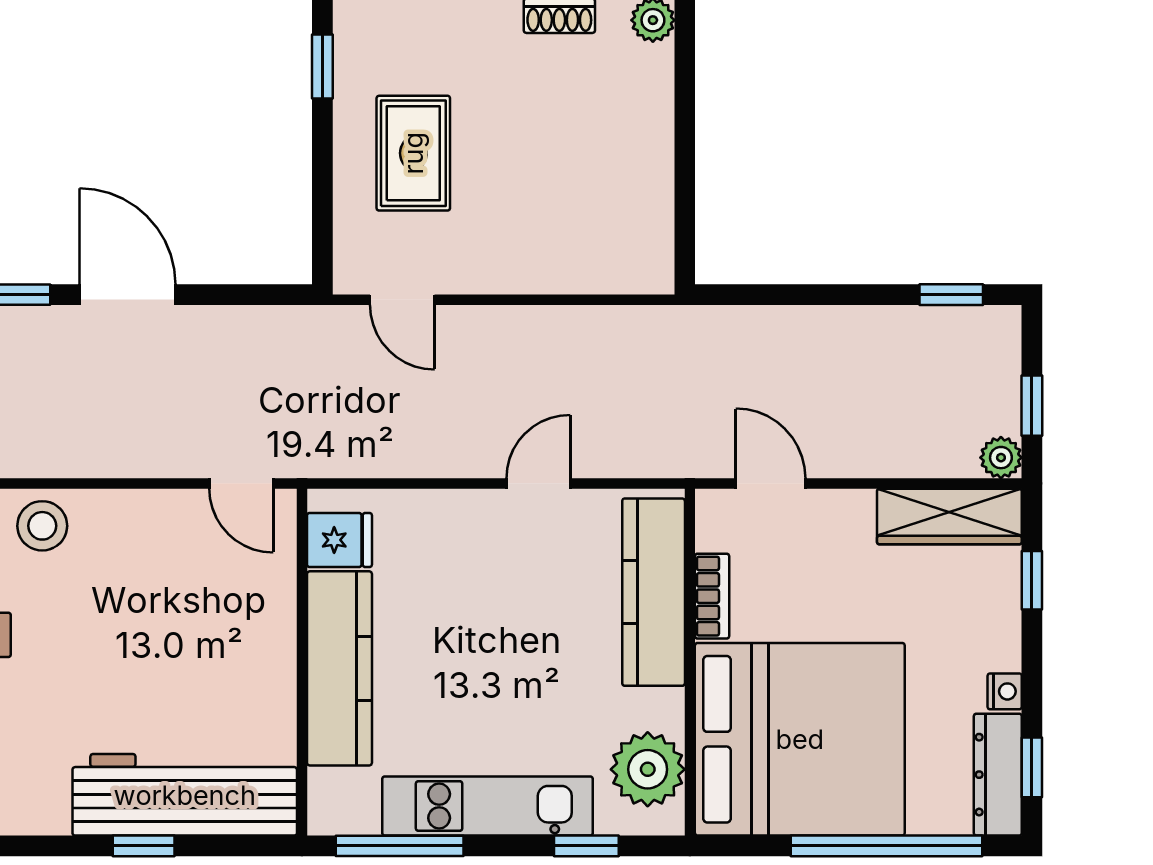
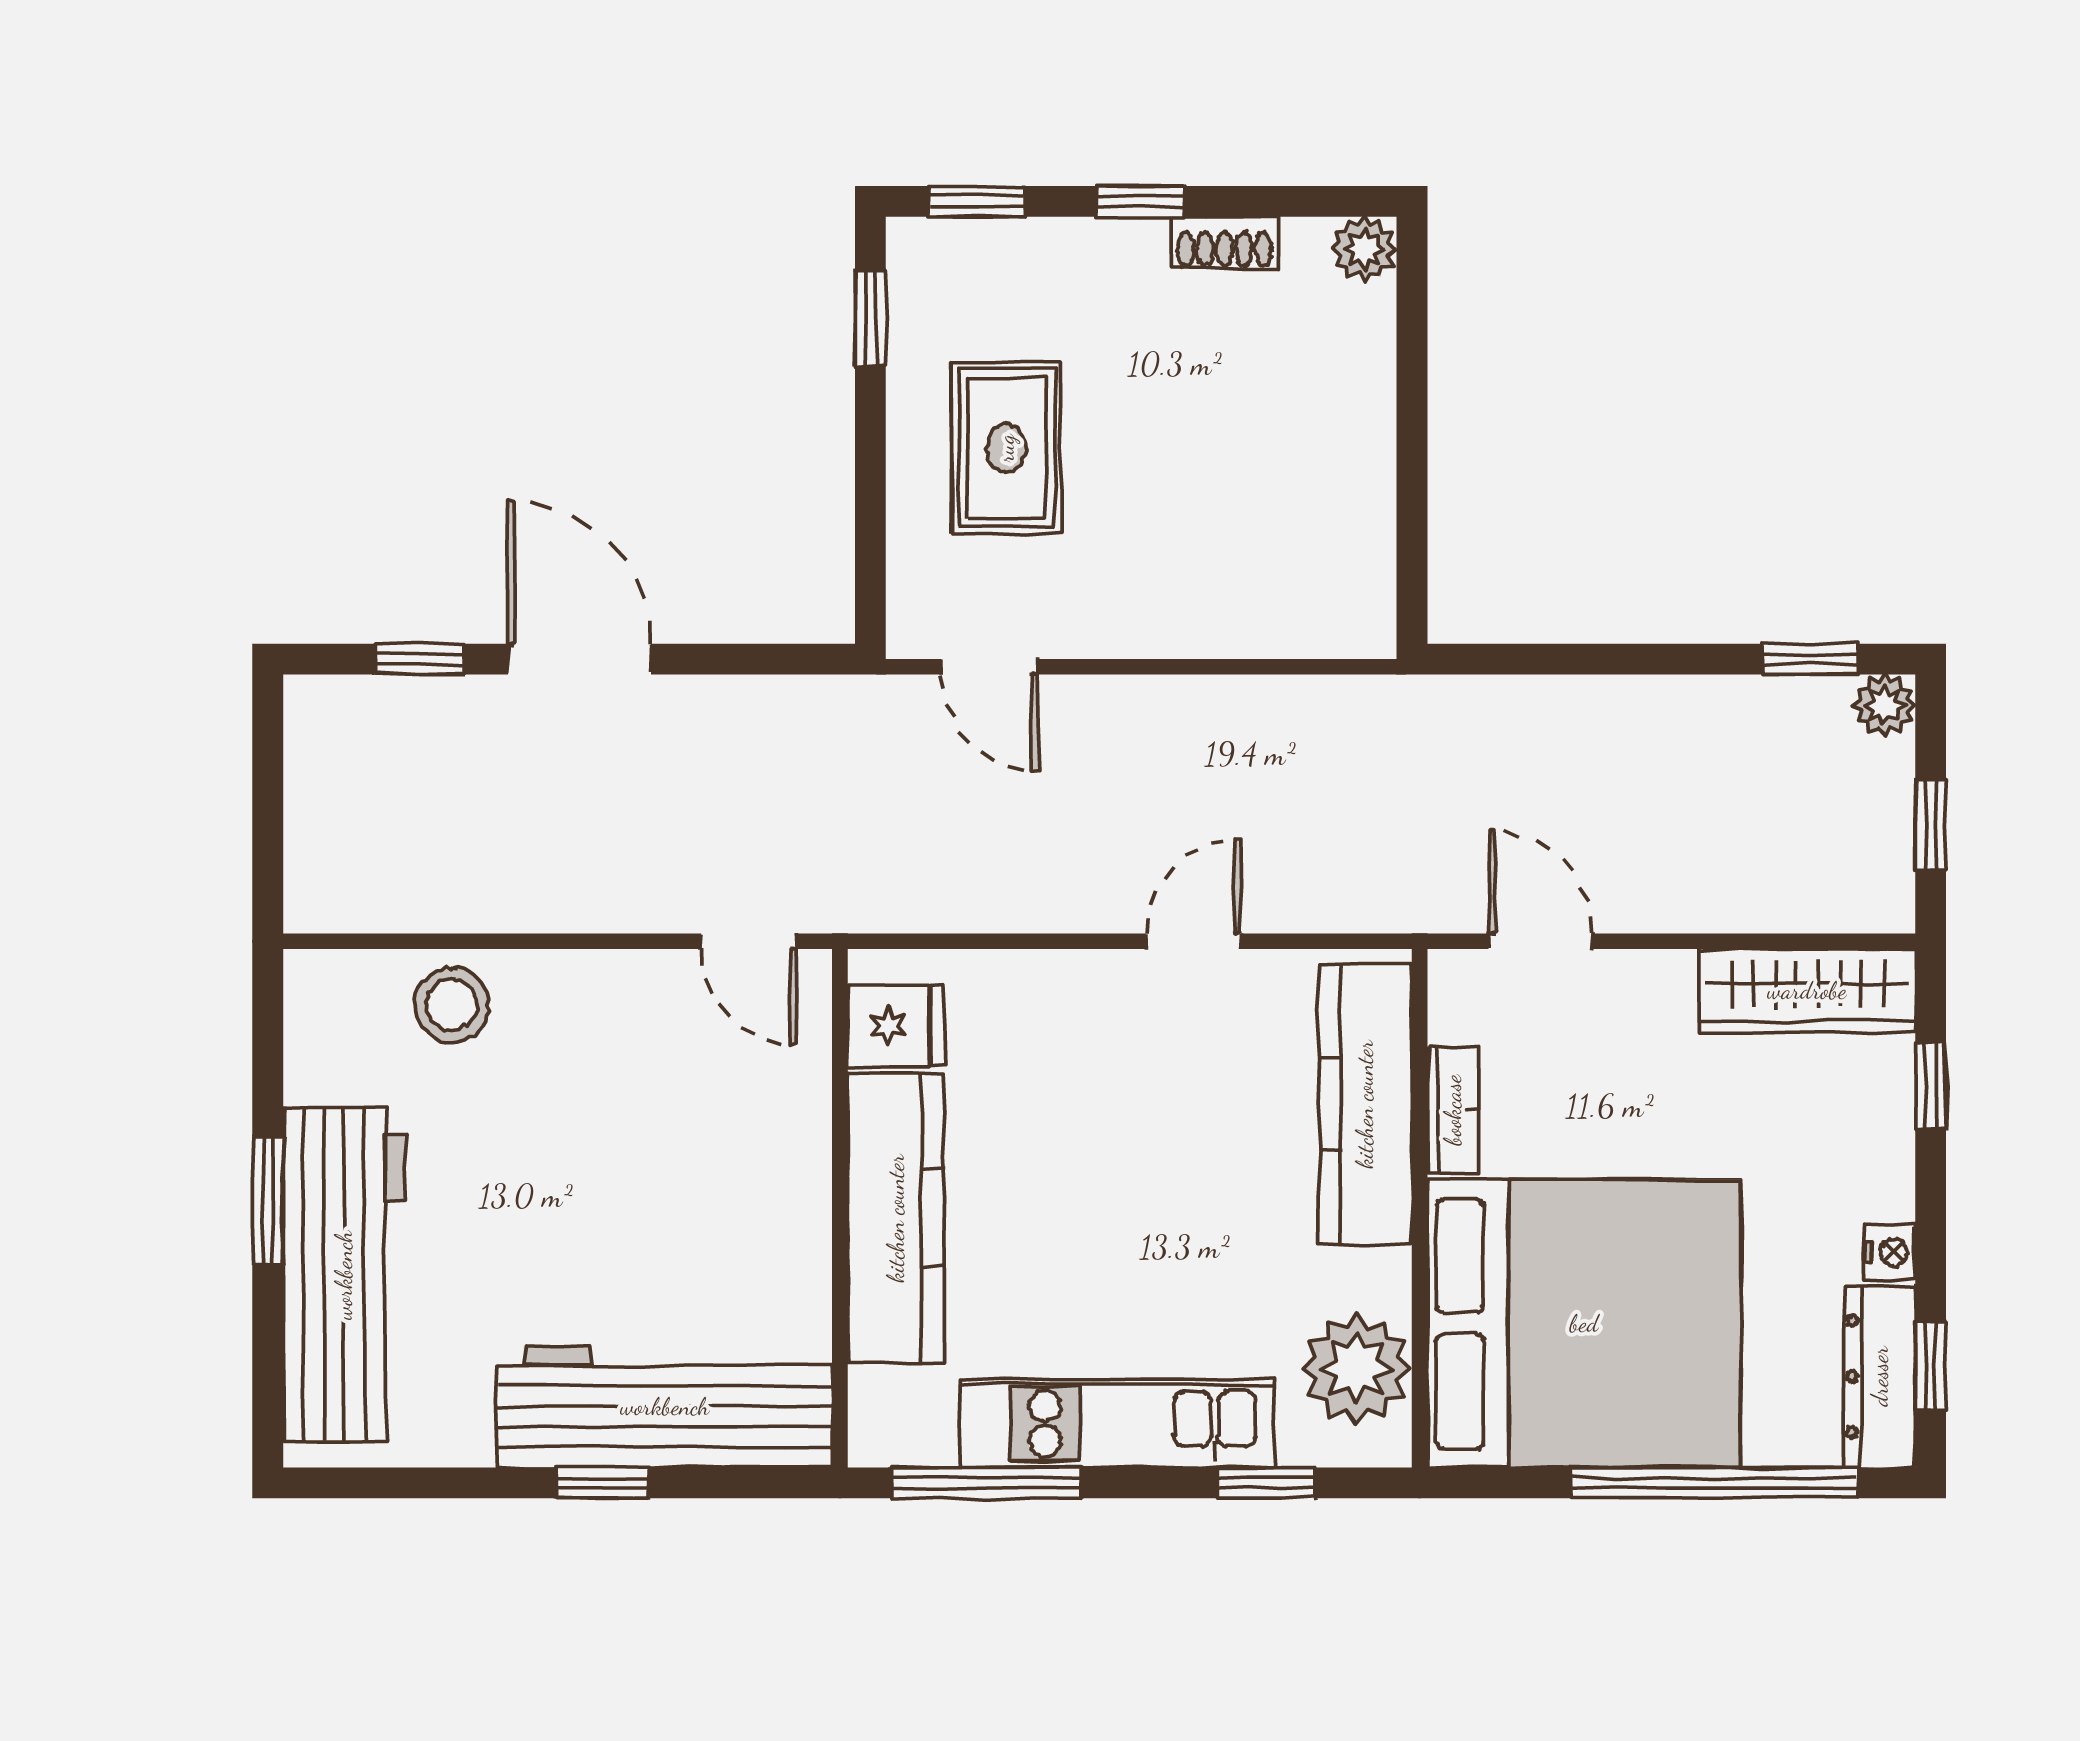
plant: (1001, 458) -> (1884, 705), moved

